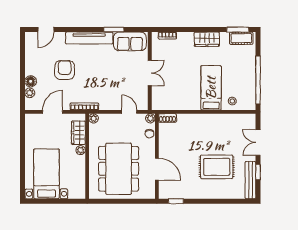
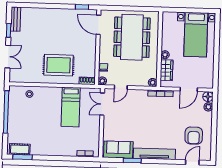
wardrobe: (207, 39) -> (50, 149), removed
armchair: (65, 70) -> (194, 136), moved
double door: (150, 73) -> (102, 104), moved
floor lamp: (31, 81) -> (208, 97), moved
bed: (211, 88) -> (71, 107), moved
door: (129, 112) -> (121, 87), hinge flipped
rug: (217, 167) -> (59, 65), moved
door: (157, 169) -> (98, 25), moved
bench: (250, 180) -> (16, 19), width x0.73

